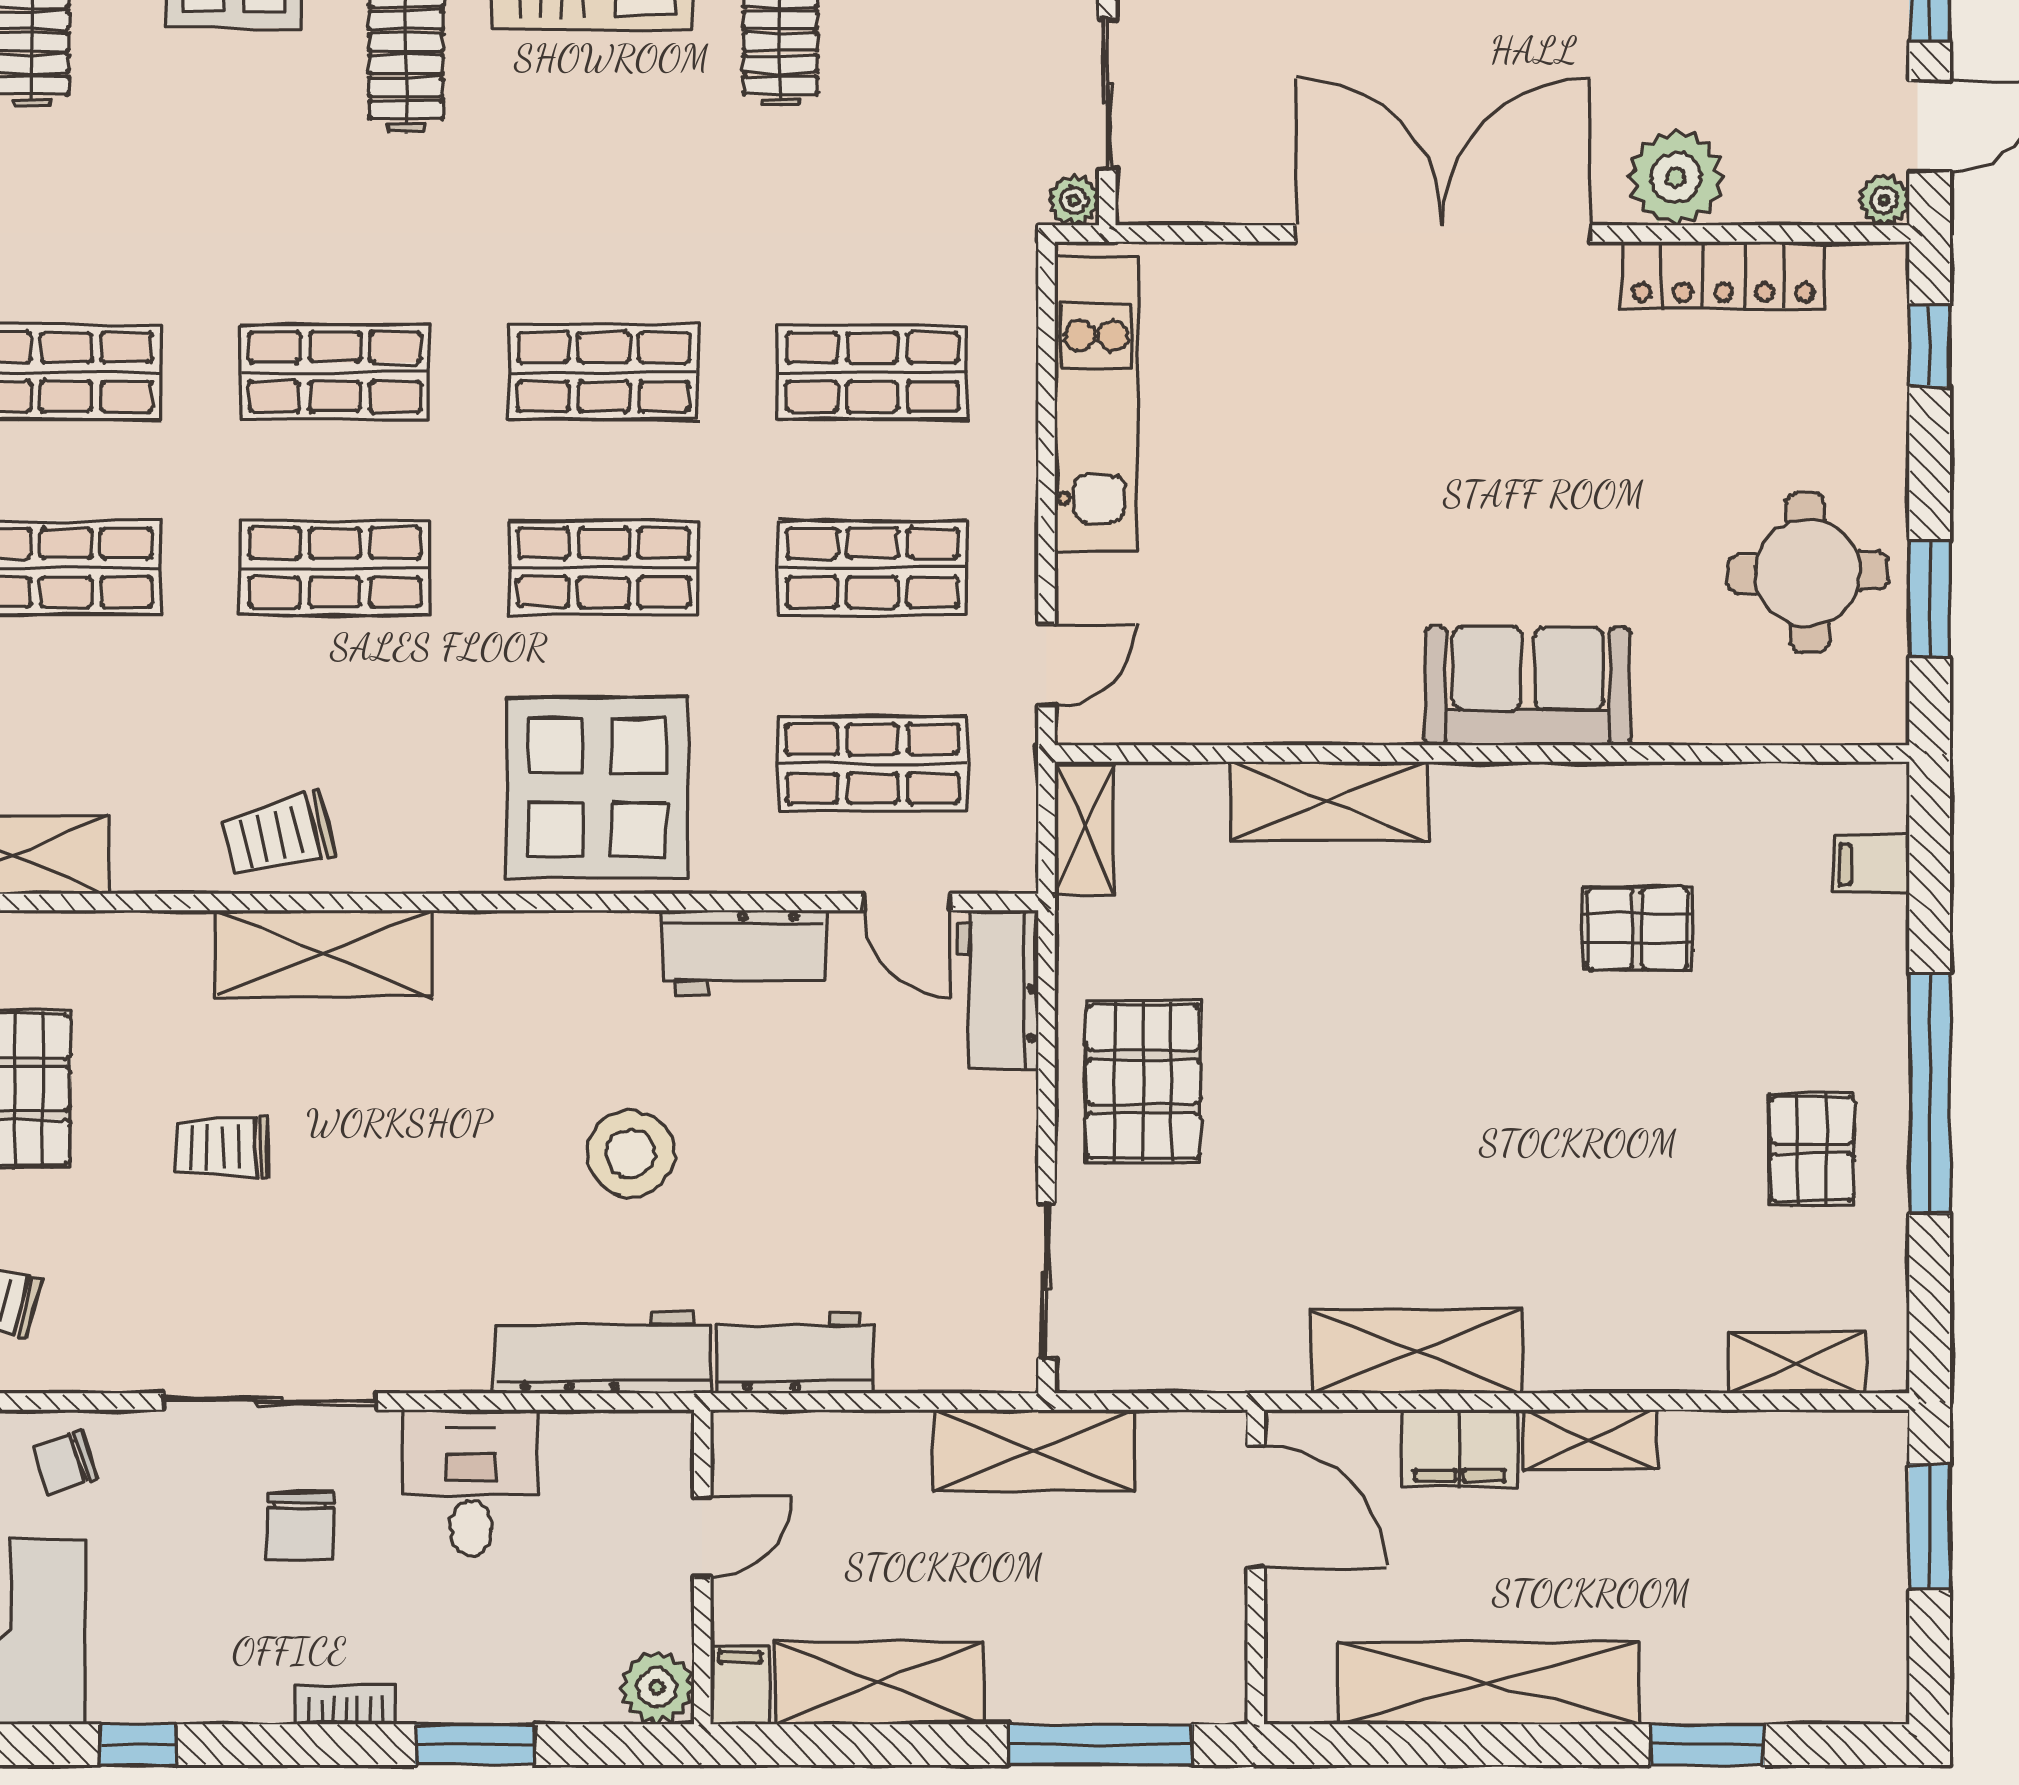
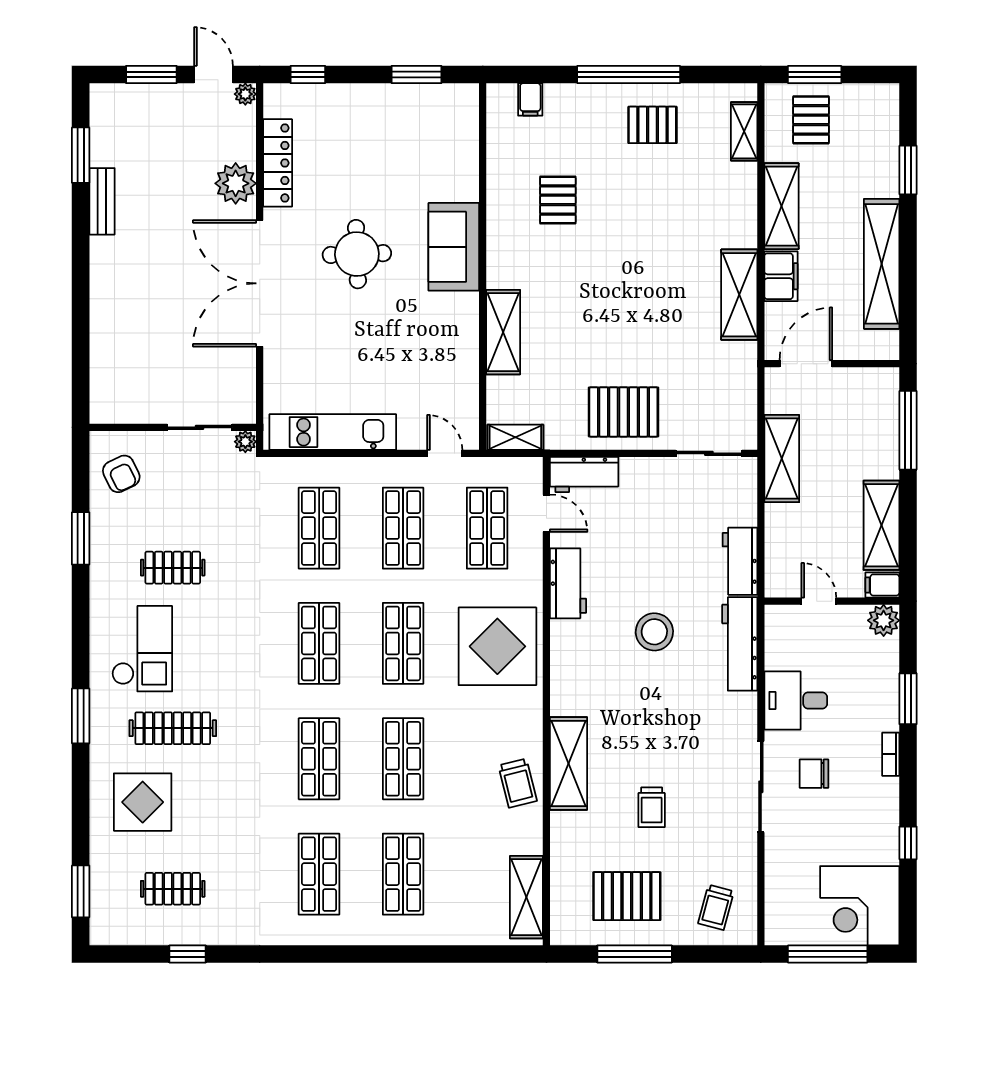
round table: (1808, 573) -> (357, 254), moved
door: (907, 902) -> (546, 513), hinge flipped
shelving: (1590, 1440) -> (781, 206), width x1.50, depth x1.33
chair: (65, 1462) -> (787, 875), removed
pallet: (1824, 1518) -> (811, 120), added
chair: (300, 1525) -> (814, 774), turned 180

